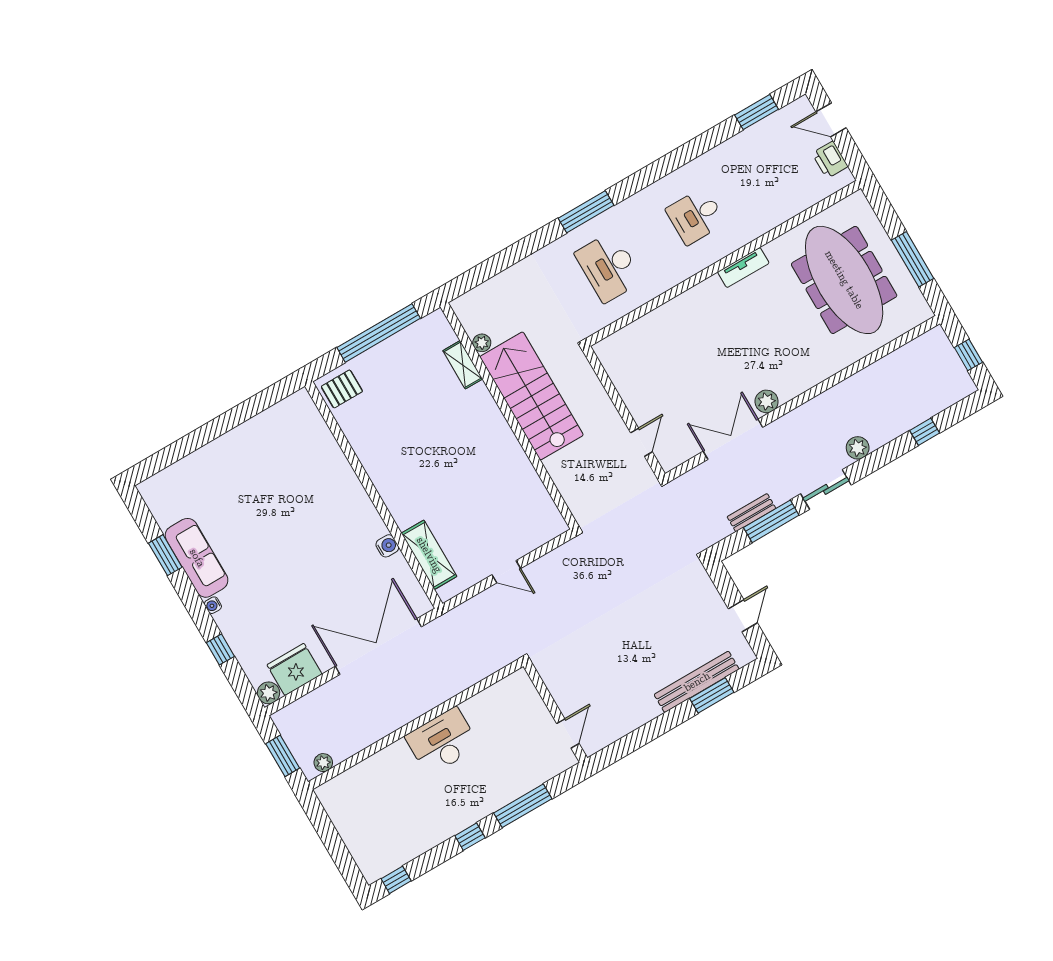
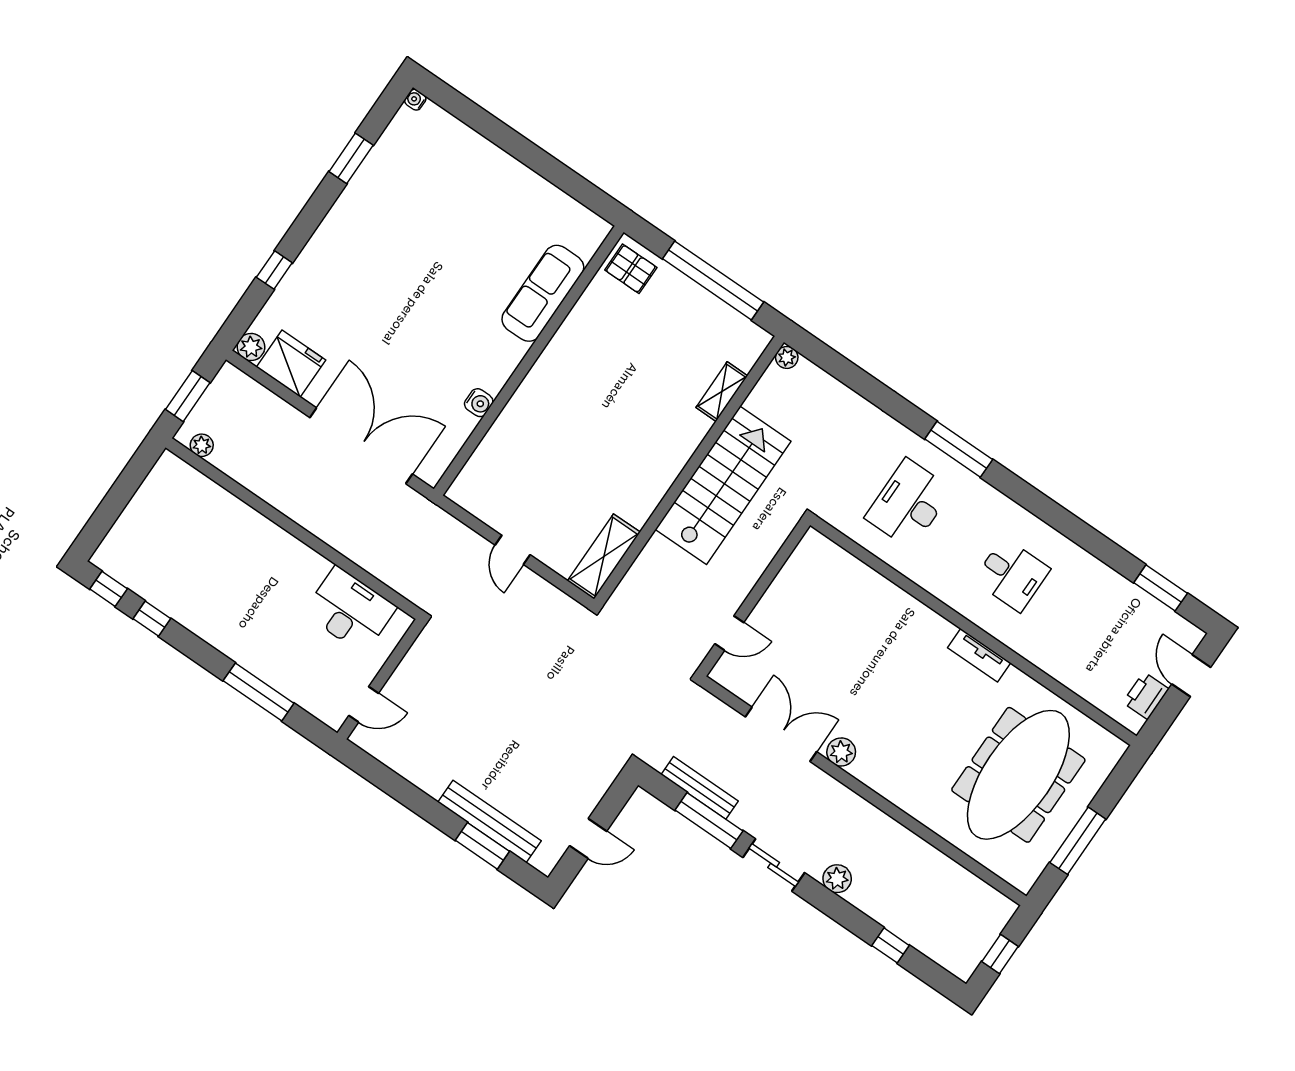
desk: (696, 216) -> (1012, 575), turned 180
plant: (482, 343) -> (787, 357), moved
bench: (751, 513) -> (700, 788), width x1.36
shelving: (429, 555) -> (604, 557), moved
sofa: (197, 558) -> (543, 293), moved, turned 180
water cooler: (213, 605) -> (415, 100), moved
desk: (442, 741) -> (350, 610), moved
window: (470, 837) -> (152, 619), moved

